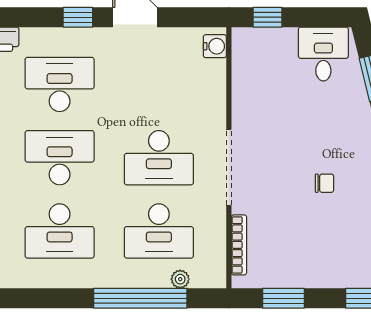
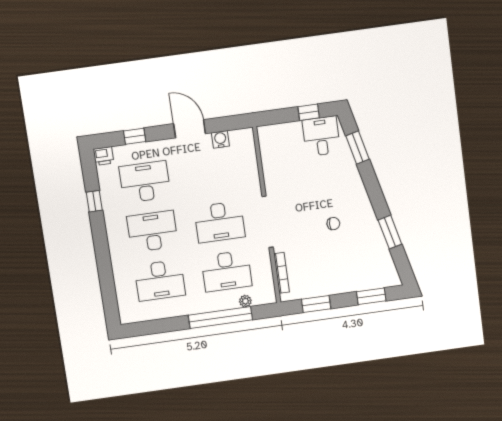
window: (78, 17) -> (135, 136), moved
window: (268, 17) -> (309, 112), moved
water cooler: (215, 46) -> (220, 139), moved, turned -90

